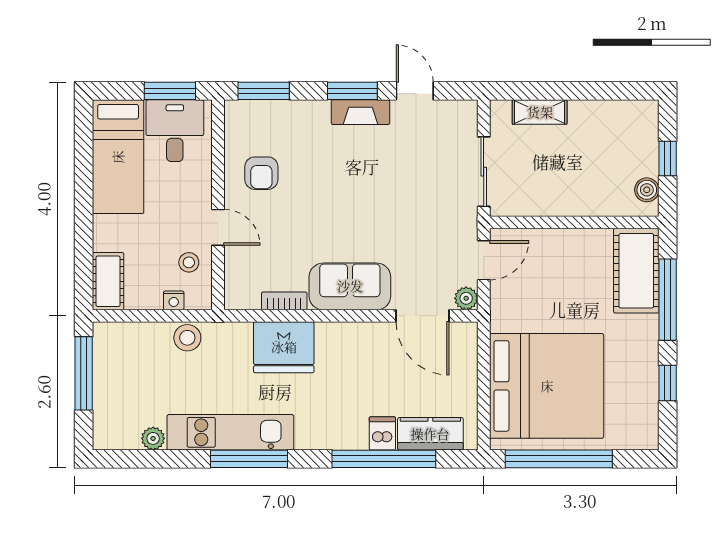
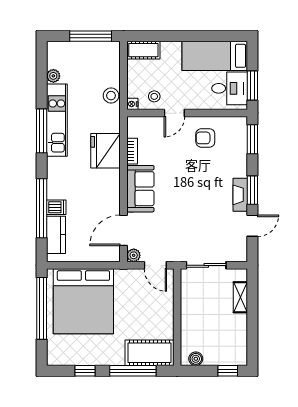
window: (668, 159) -> (228, 371), moved
nightstand: (174, 300) -> (132, 104), moved

